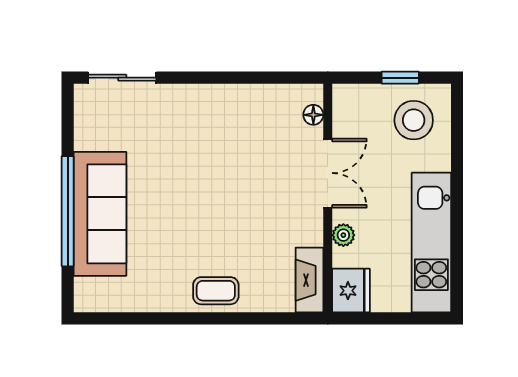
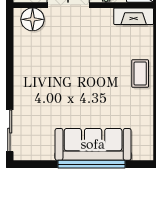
floor lamp: (313, 115) -> (33, 19), width x1.89, depth x1.89

